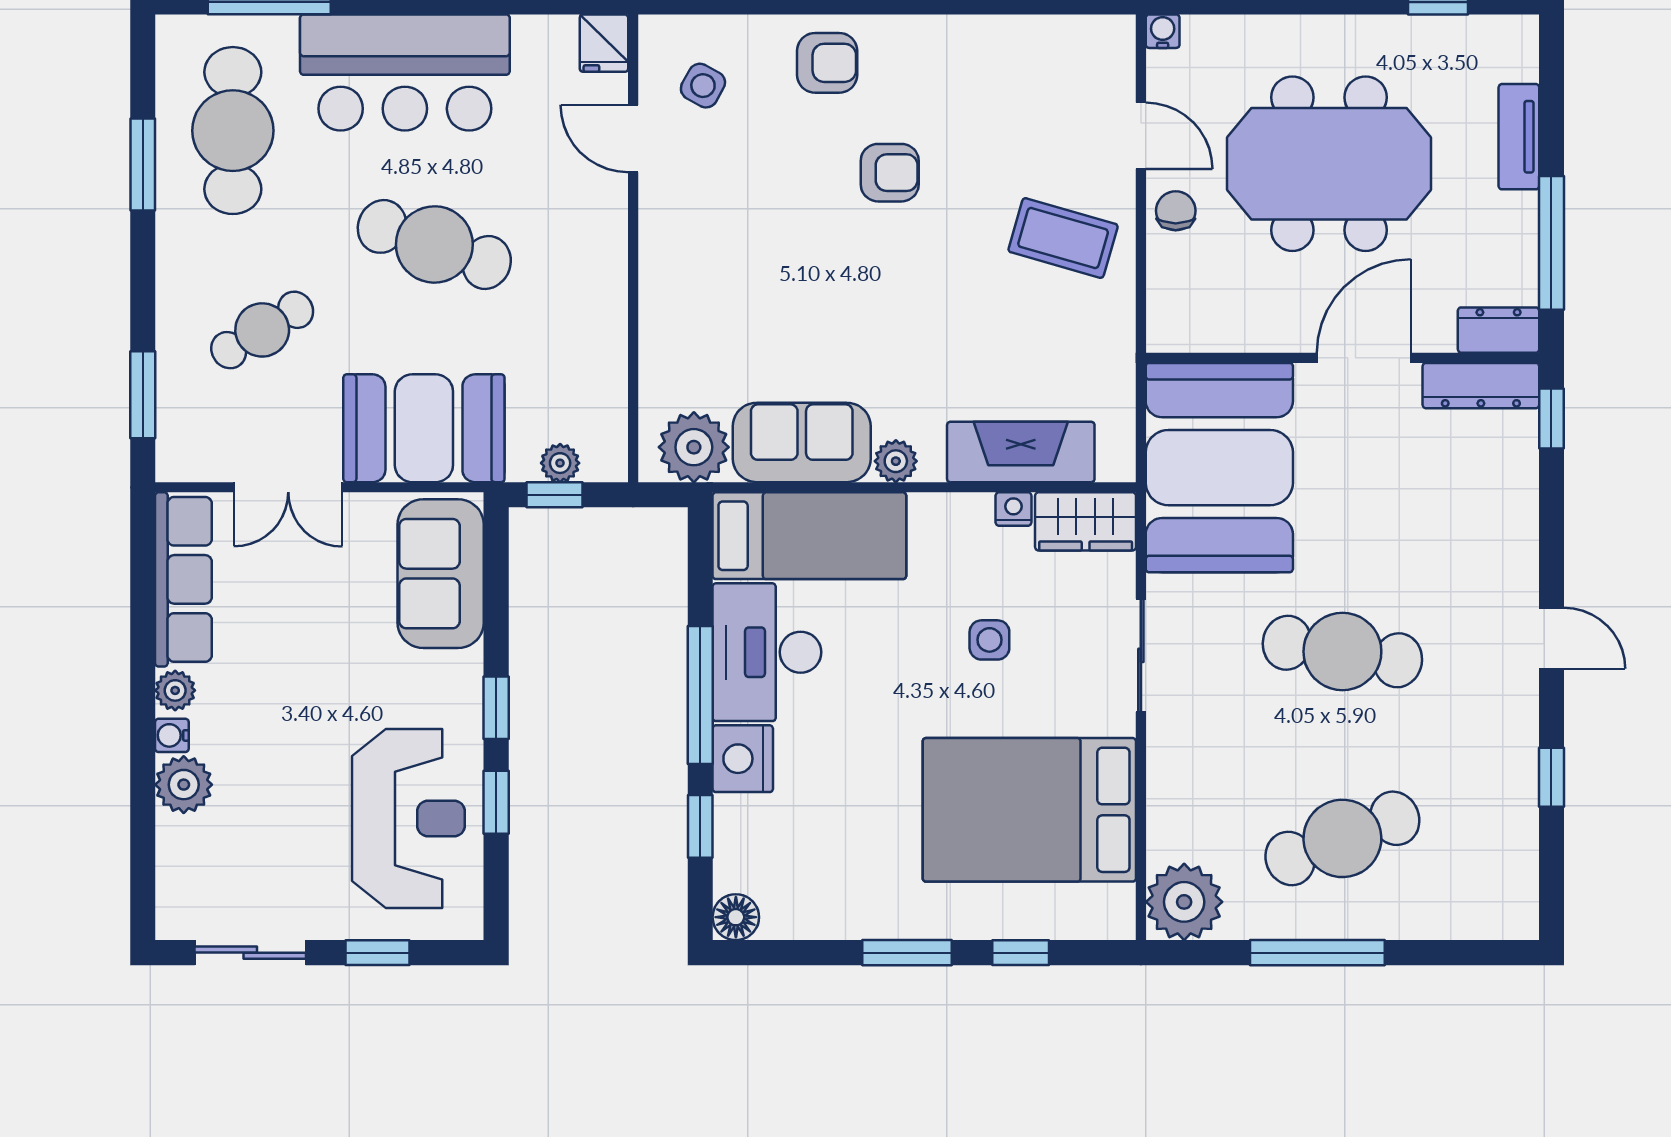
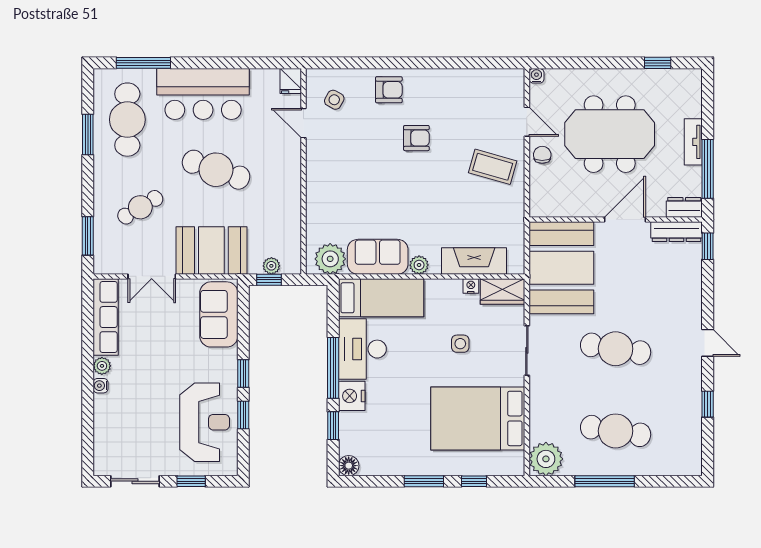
tv unit: (1519, 137) -> (693, 142), moved
plant: (184, 785) -> (106, 407), removed
cafe table: (1342, 838) -> (616, 431), turned 30

